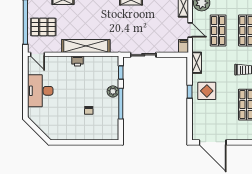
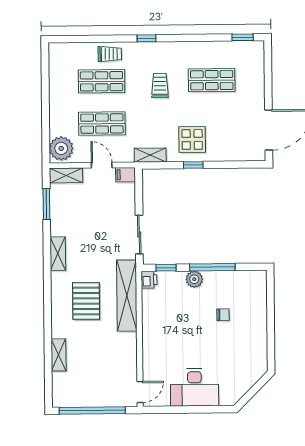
pallet: (43, 27) -> (86, 301), moved
door: (190, 30) -> (102, 165), hinge flipped
shelving: (86, 46) -> (127, 296), moved
printer: (77, 61) -> (149, 280), moved

